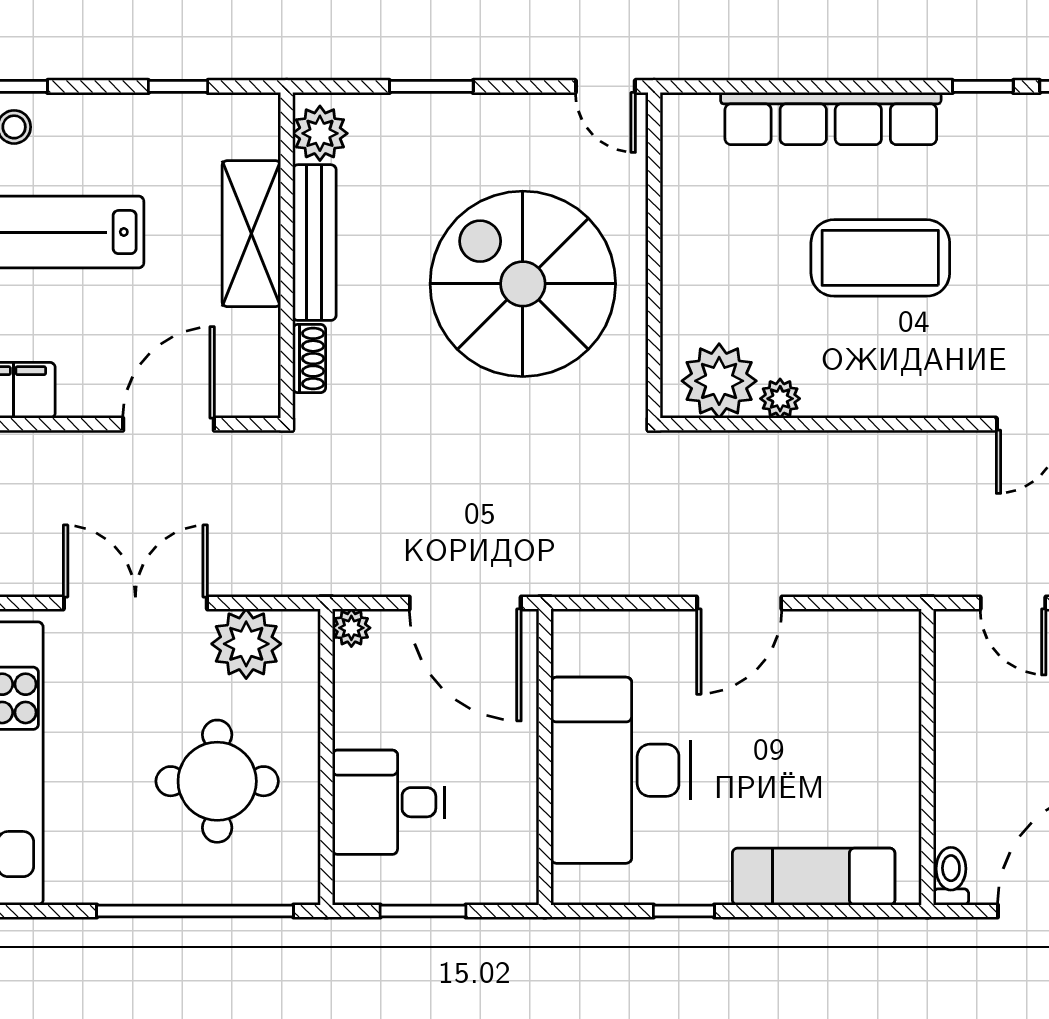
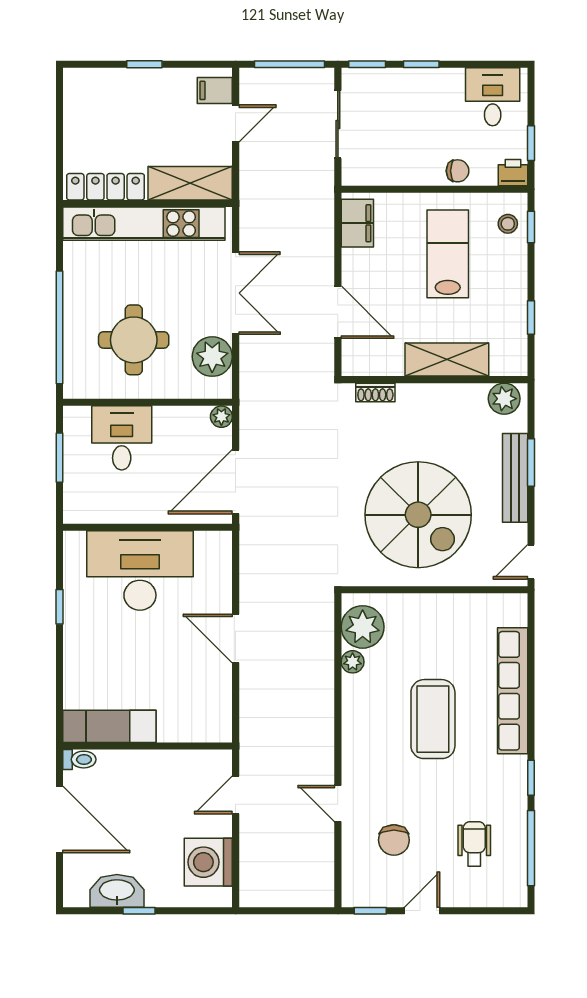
bench: (314, 243) -> (515, 478), moved, turned 90
spiral stairs: (523, 284) -> (418, 515), turned 90
exam couch: (814, 877) -> (109, 726), moved, turned -90

